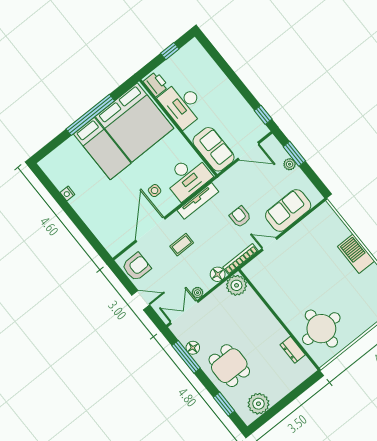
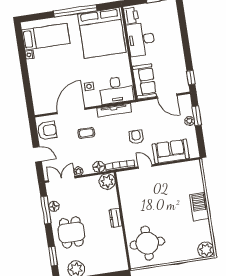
bed: (102, 149) -> (46, 37), moved, turned -90
dresser: (293, 350) -> (116, 218), moved

